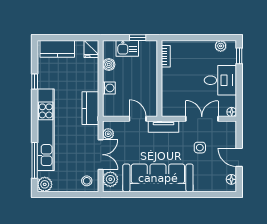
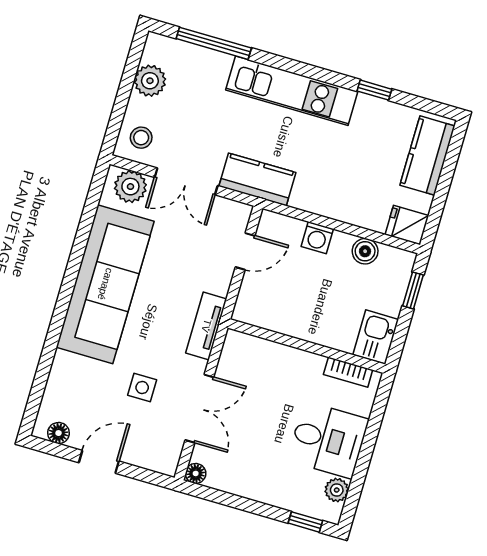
window: (138, 38) -> (413, 290), moved
kitchen sink: (127, 48) -> (376, 337), moved
desk: (220, 80) -> (328, 440), moved, turned -90
kitchen counter: (90, 108) -> (257, 179), moved
door: (138, 119) -> (245, 251), moved
kitchen unit: (46, 130) -> (292, 91), width x0.73
plant: (108, 134) -> (224, 209), removed
plant: (45, 184) -> (150, 81), moved

